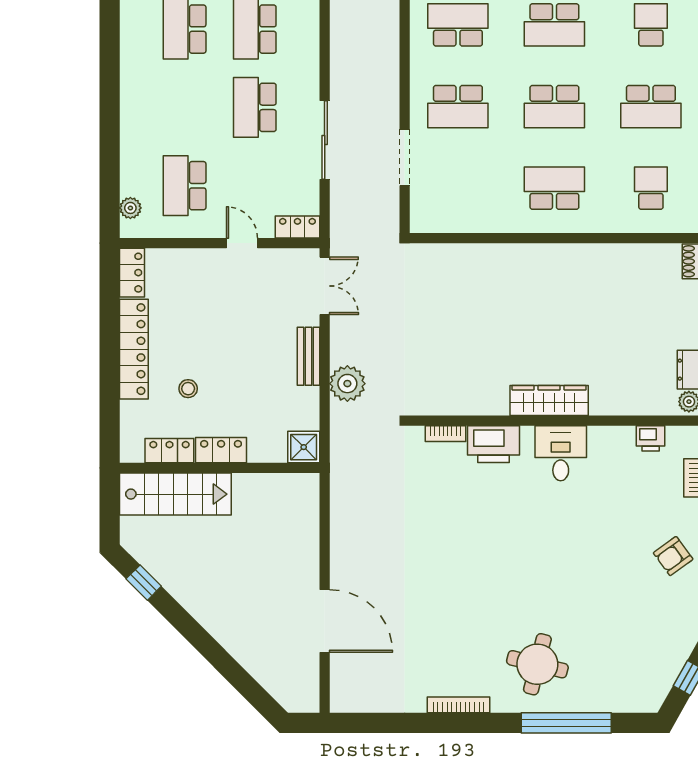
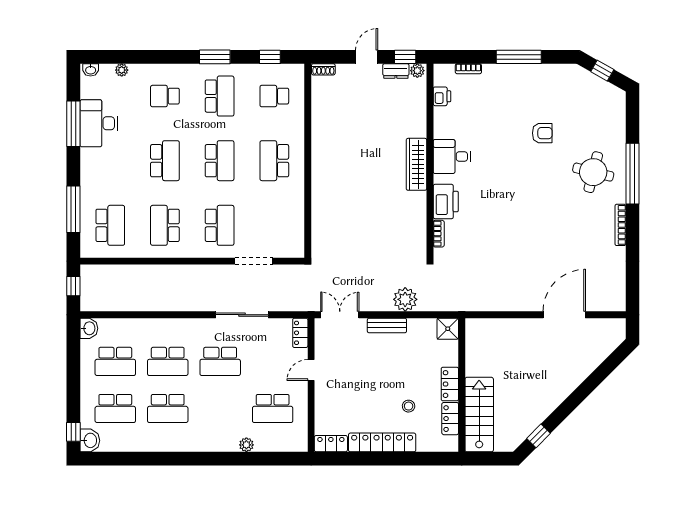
plant: (130, 208) -> (246, 445), moved
armchair: (673, 556) -> (542, 133), moved, turned -54
window: (566, 723) -> (632, 174), moved

